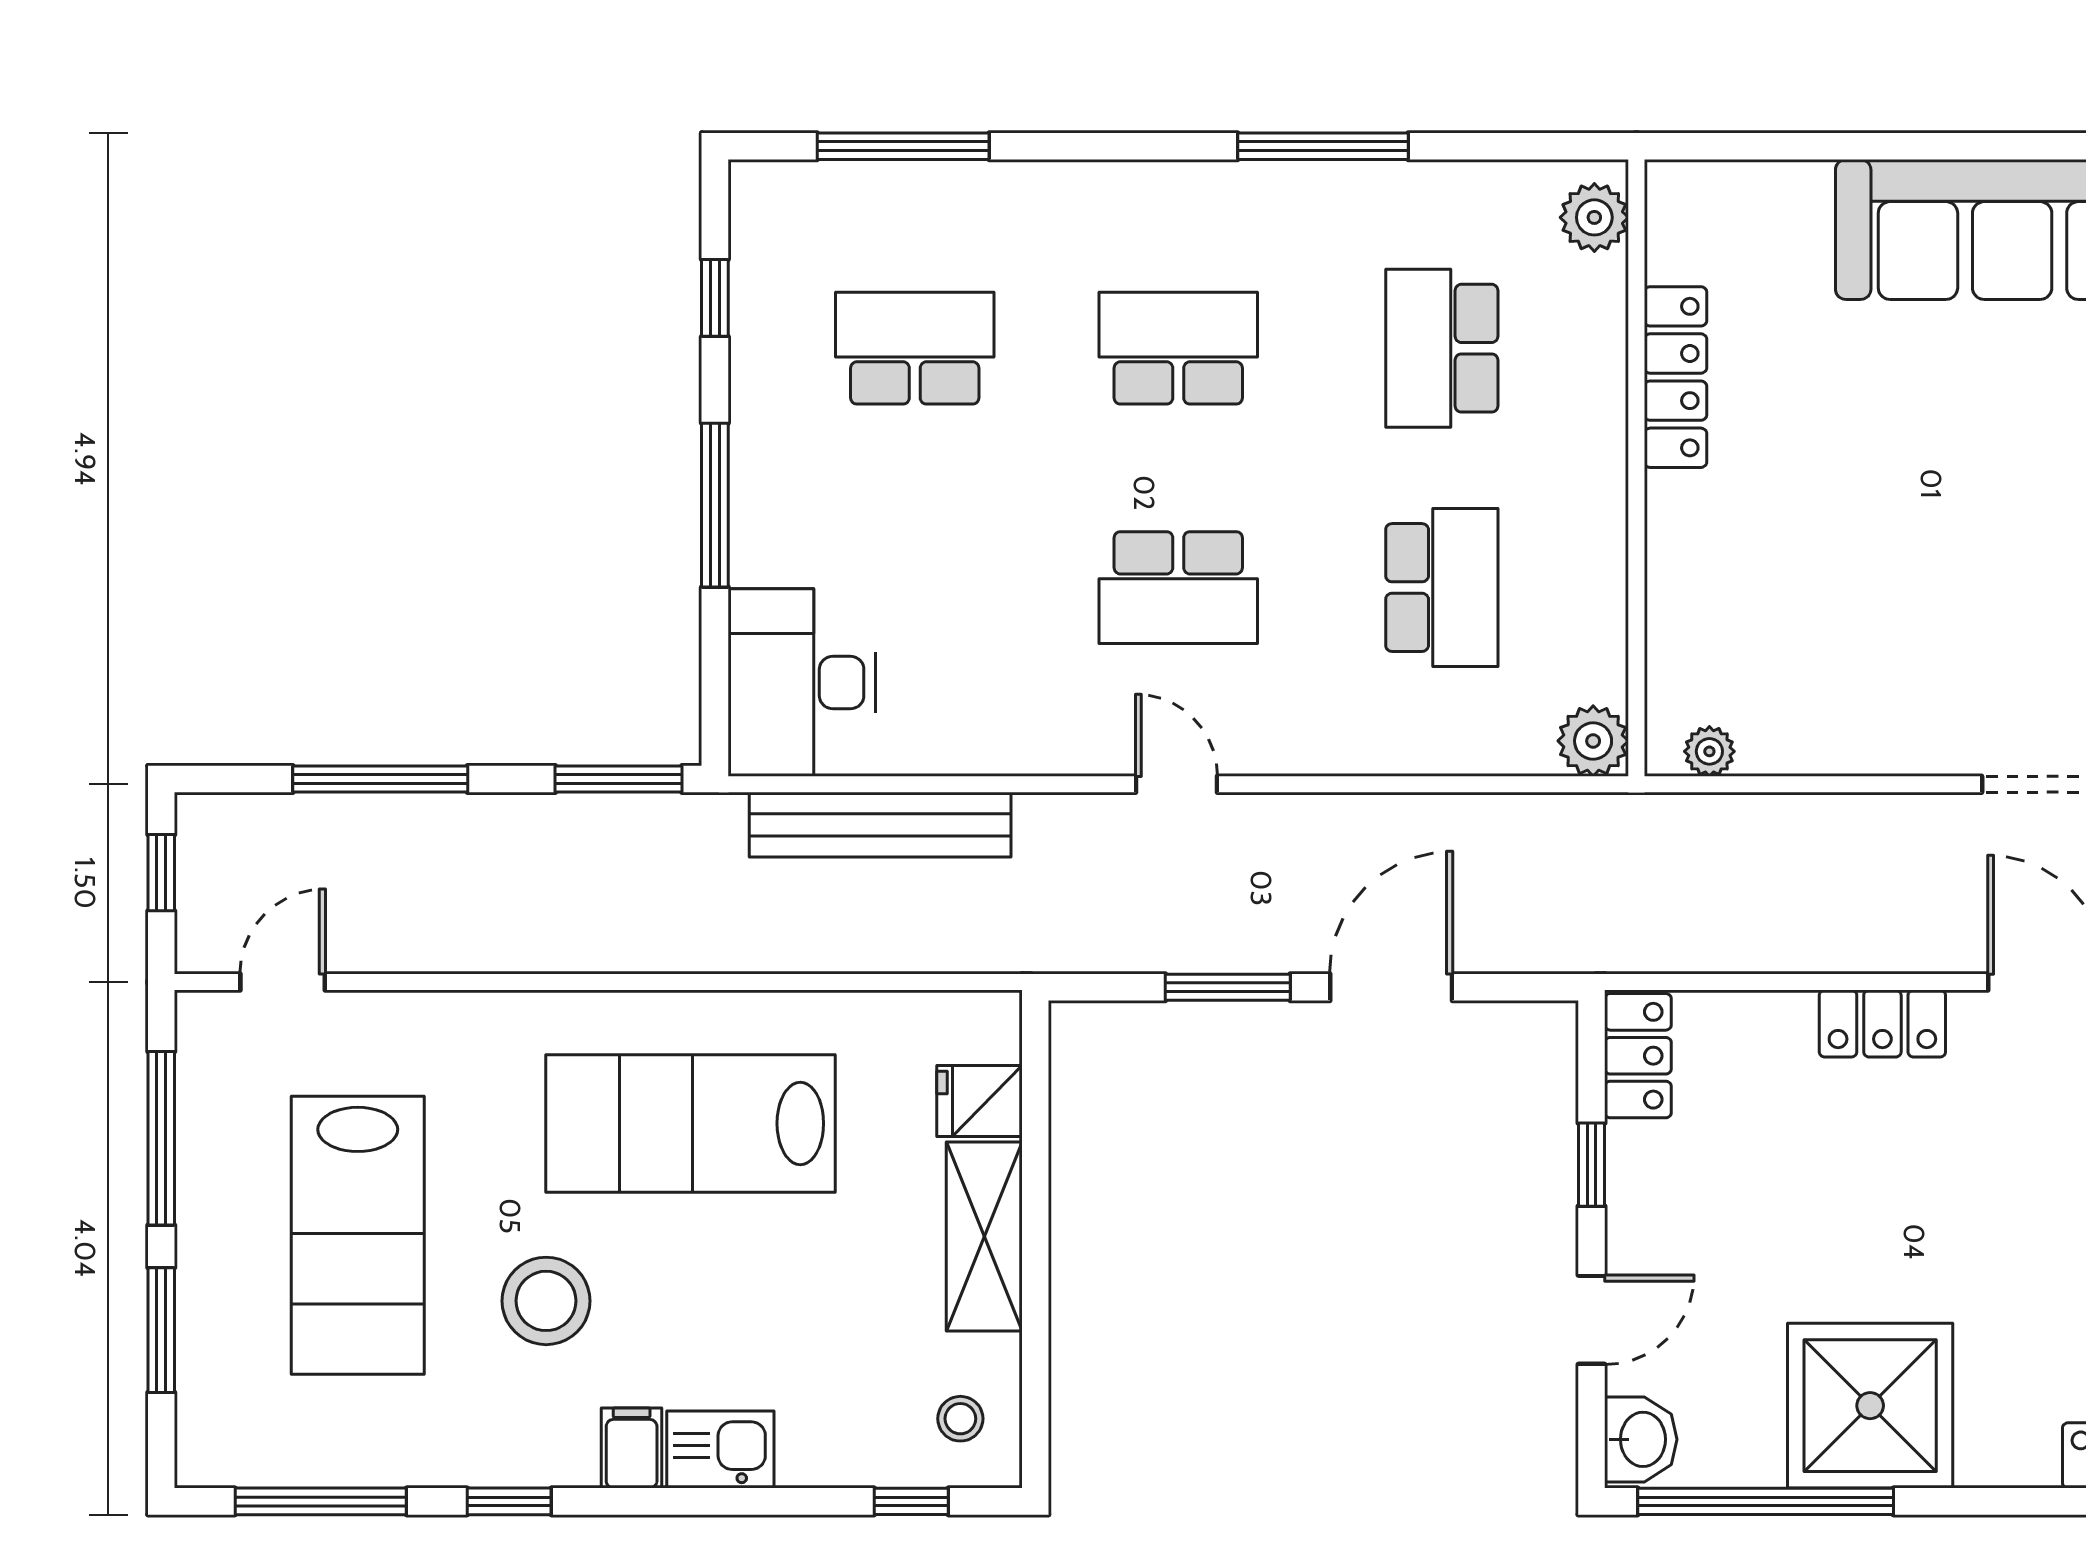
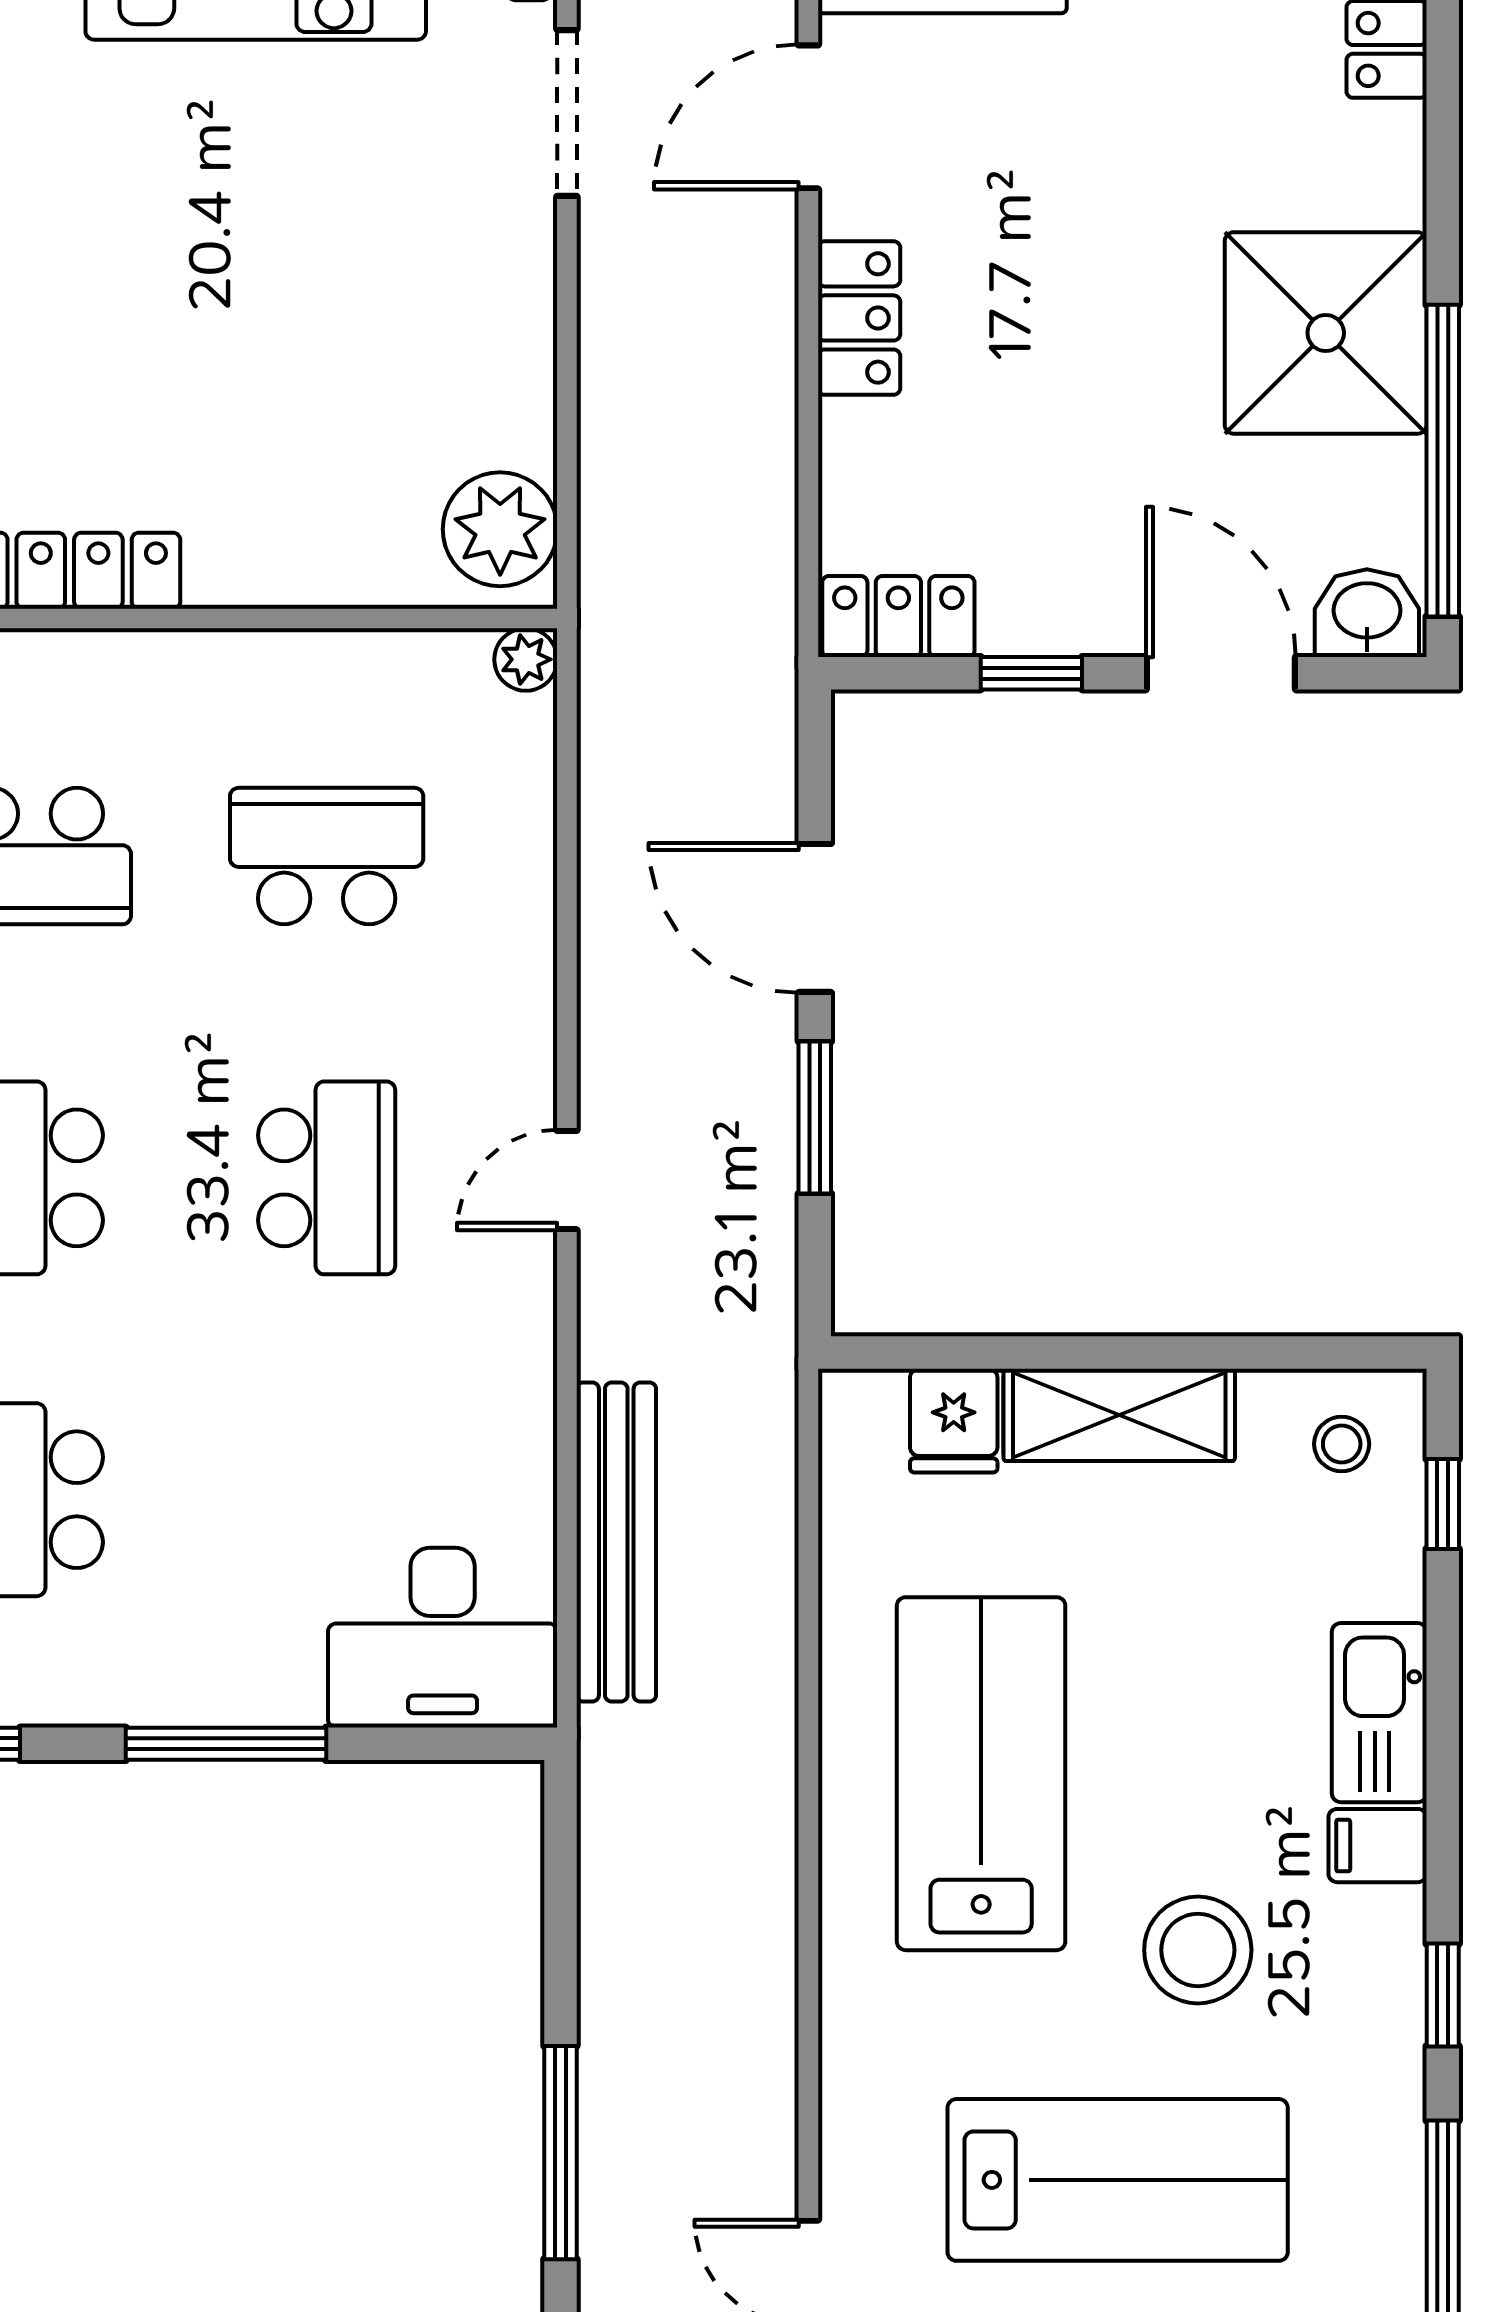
plant: (1593, 741) -> (526, 659), width x0.73, depth x0.73
plant: (1709, 751) -> (500, 529), width x1.87, depth x1.87
window: (619, 779) -> (560, 1861), removed
lab bench: (690, 1123) -> (981, 1774), turned 180
door: (1592, 1320) -> (1221, 673), width x1.37
kitchen sink: (720, 1450) -> (1379, 1713), width x1.38

